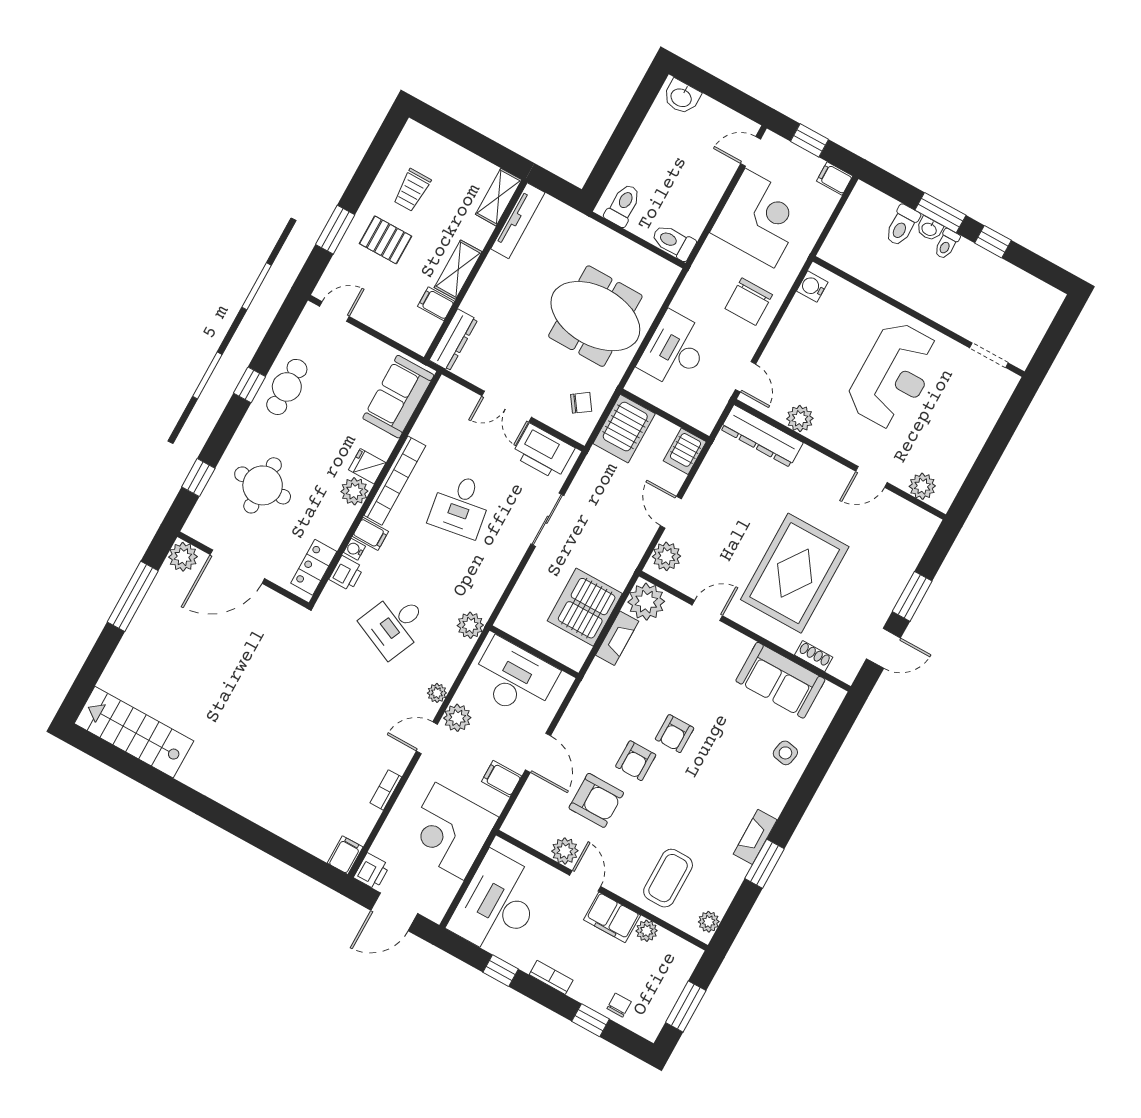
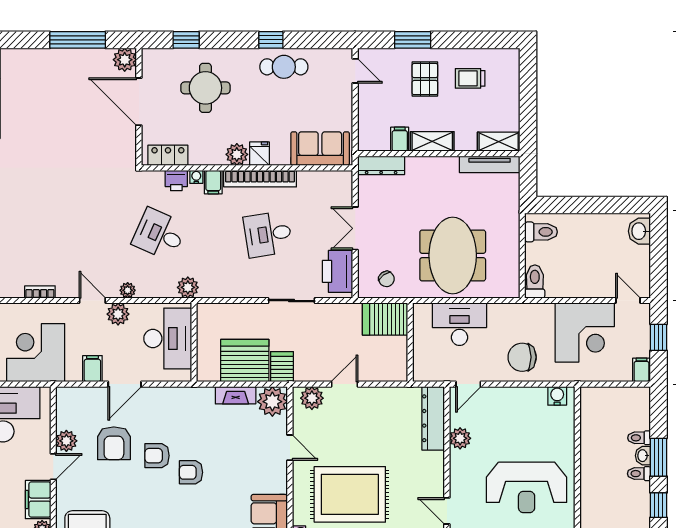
toilet: (902, 226) -> (639, 438), width x0.73, depth x0.72
server rack: (685, 451) -> (282, 367), moved, turned 90

